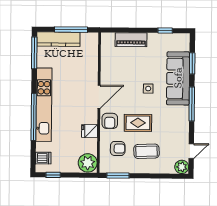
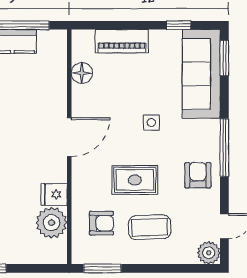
floor lamp: (107, 59) -> (82, 73), added
window: (192, 63) -> (224, 58), moved
sofa: (178, 78) -> (201, 74), moved
armchair: (110, 121) -> (198, 175), moved, turned 180
plant: (88, 163) -> (52, 223), moved

